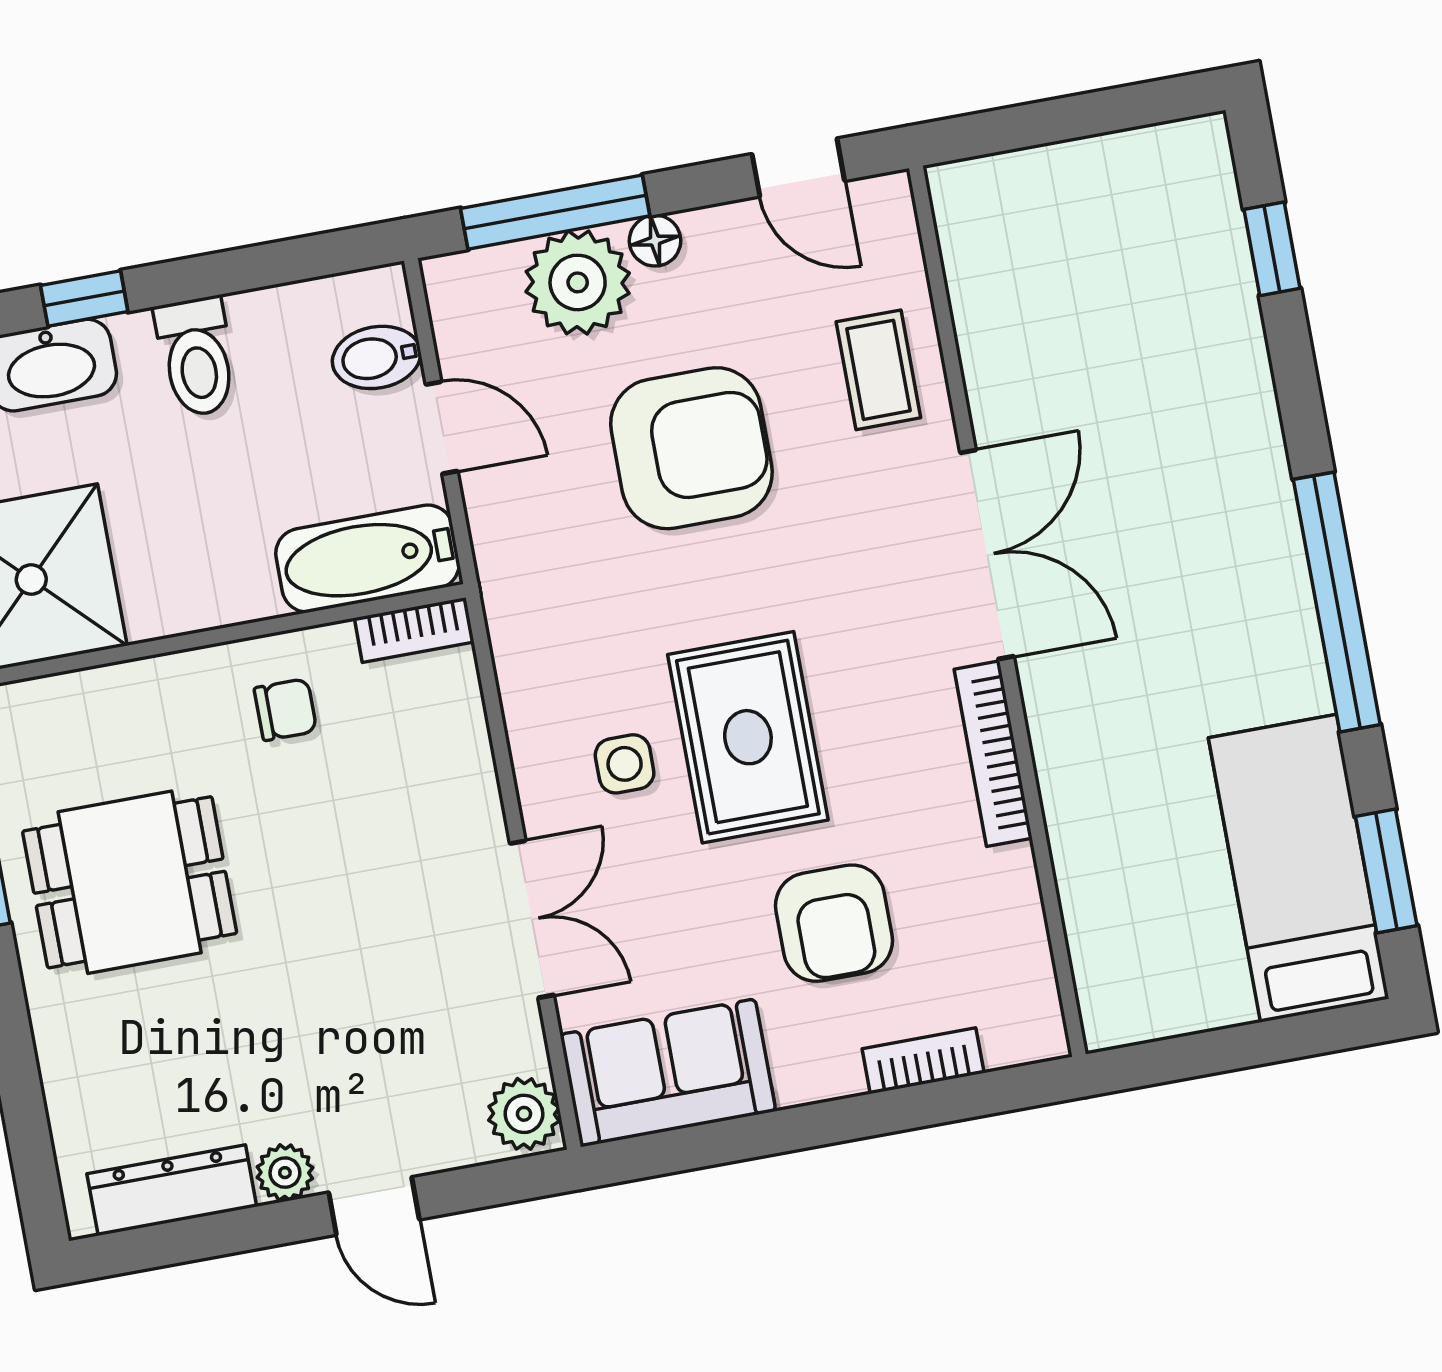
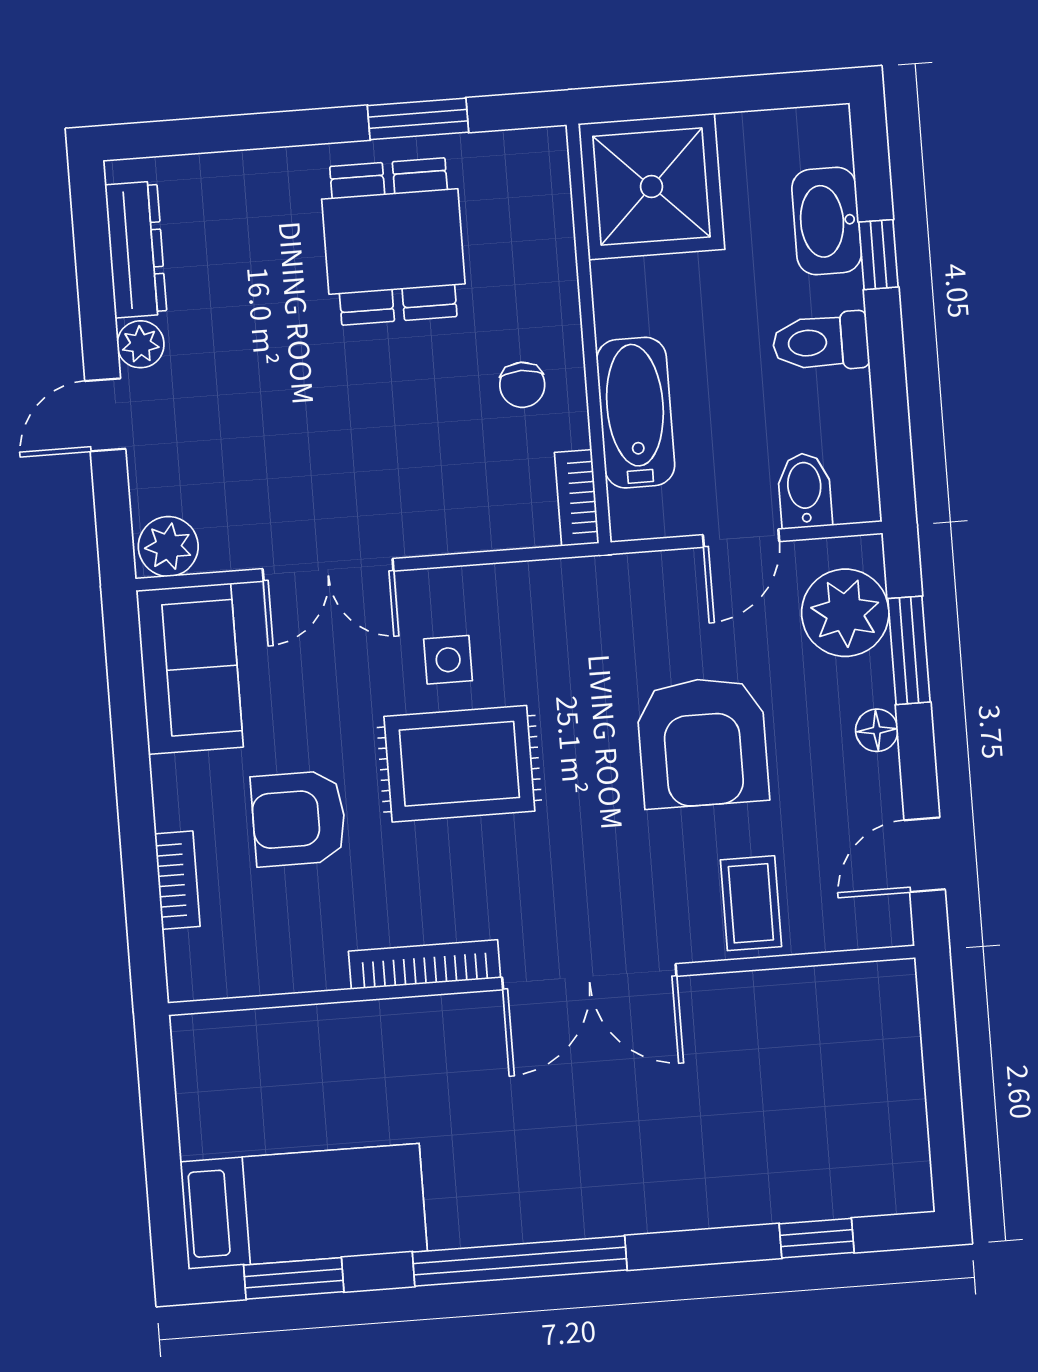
window: (555, 212) -> (909, 650), width x0.69
plant: (578, 282) -> (845, 613), moved
coffee table: (878, 370) -> (751, 903), turned 90
bathtub: (368, 559) -> (636, 413), moved

